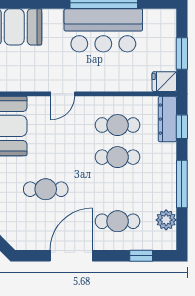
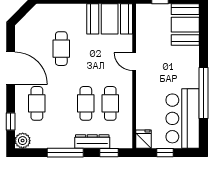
bar counter: (103, 30) -> (183, 118), moved
window: (182, 54) -> (165, 153), width x0.67
dresser: (167, 119) -> (92, 141), moved
plant: (166, 220) -> (23, 141), moved

